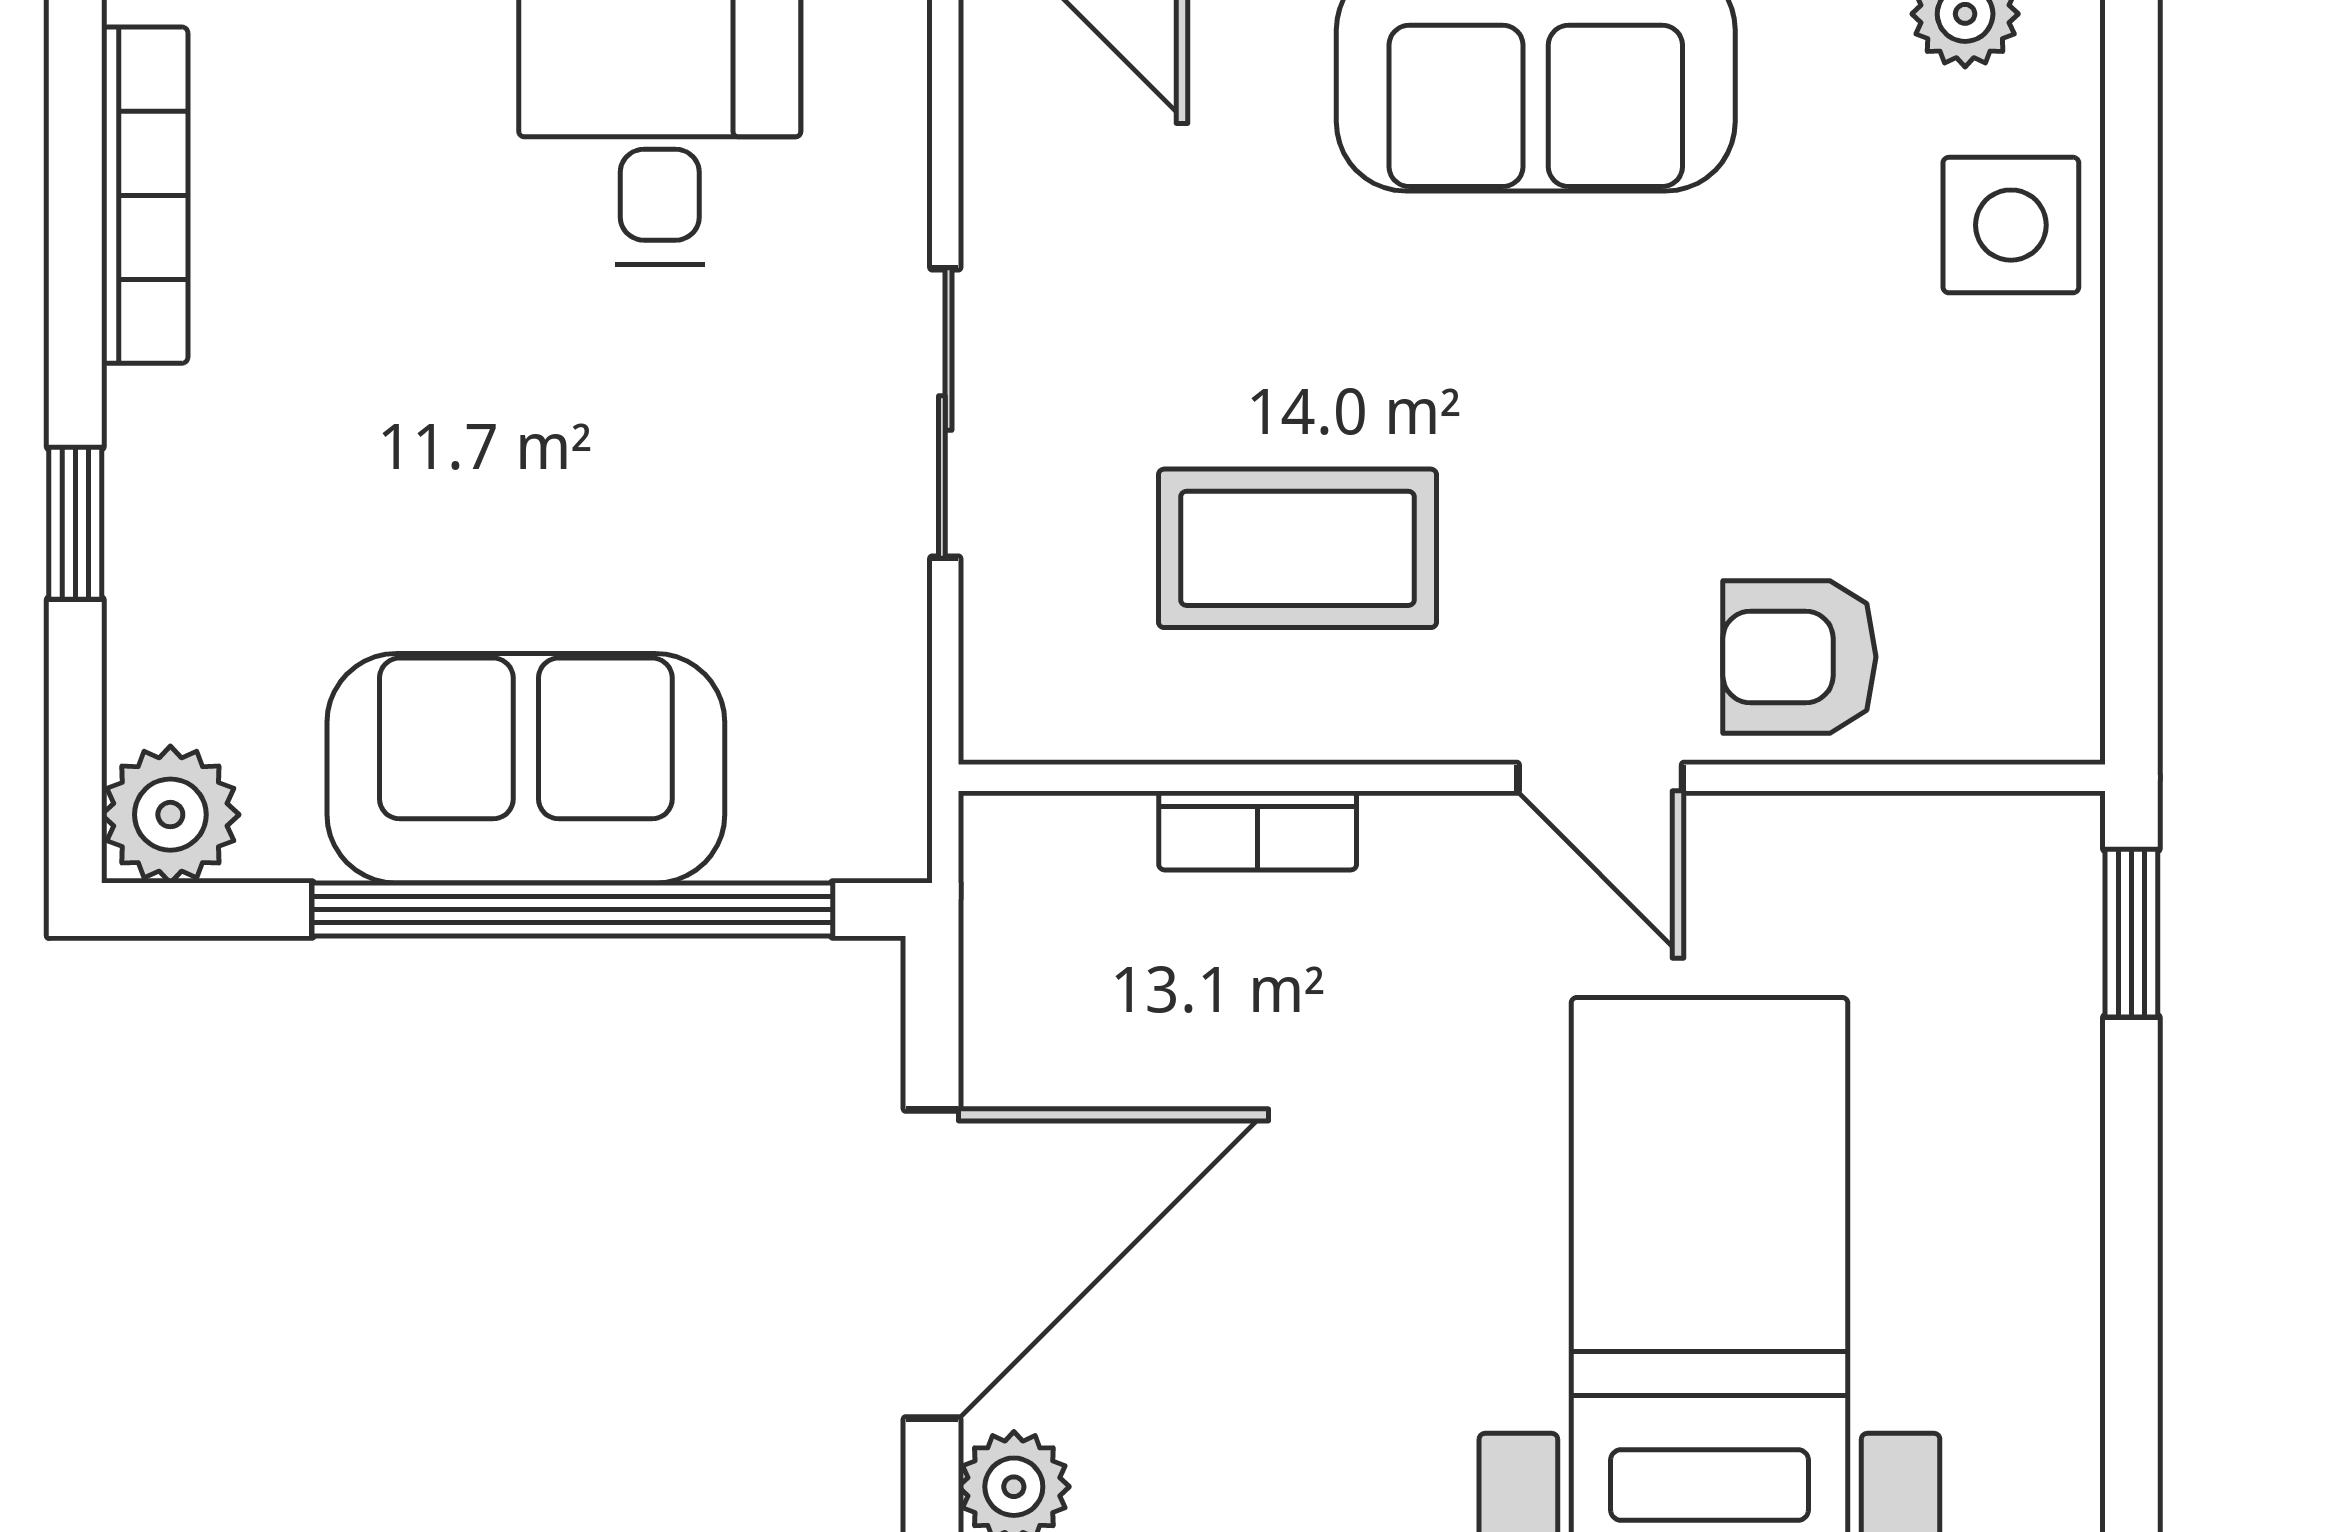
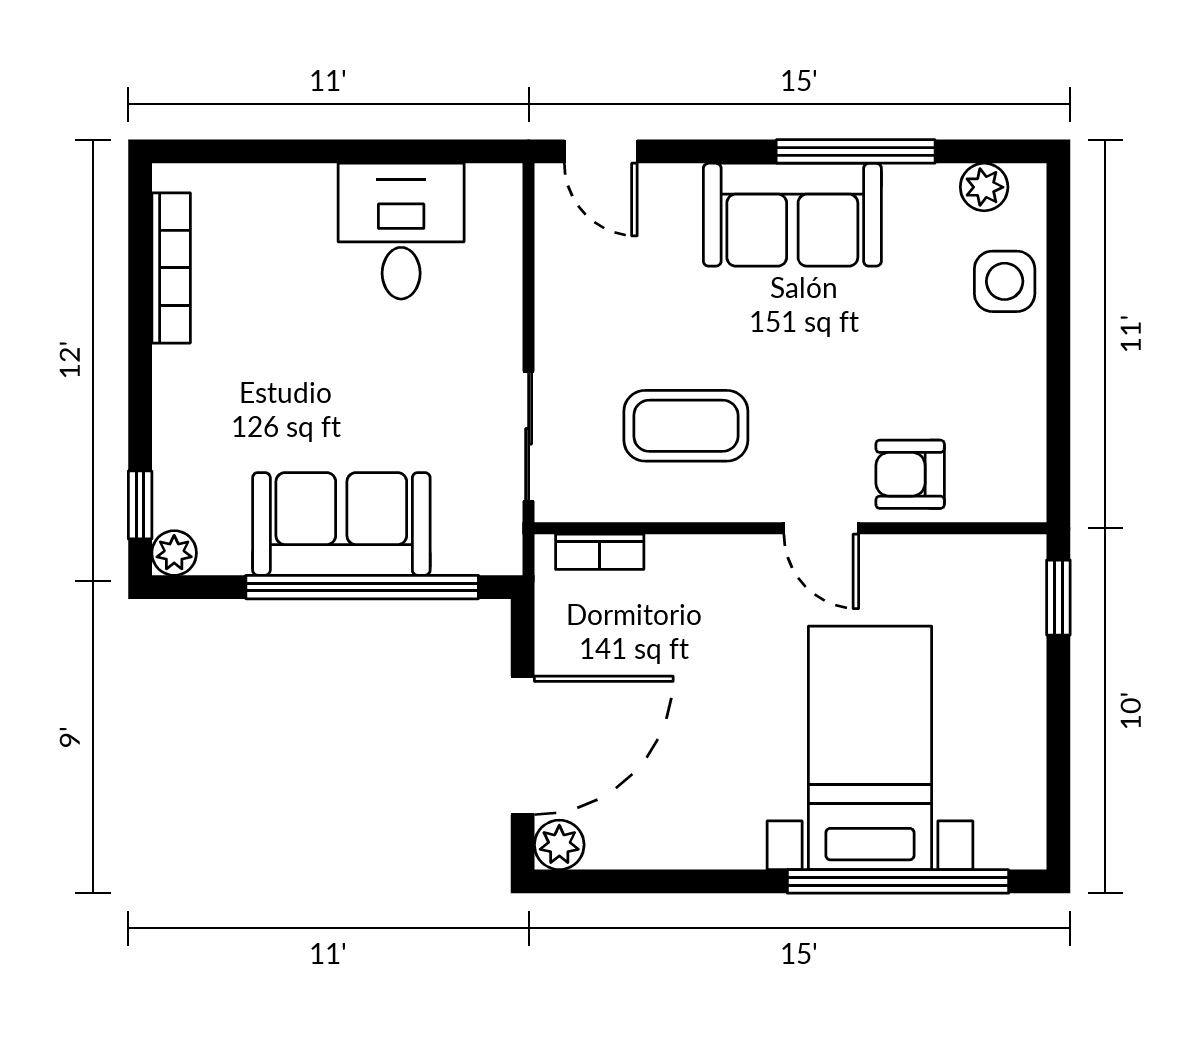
sliding door: (945, 413) -> (529, 436), moved
window: (75, 523) -> (140, 505), moved
plant: (170, 815) -> (174, 553), width x0.73, depth x0.73
bookcase: (1258, 830) -> (600, 552), moved

